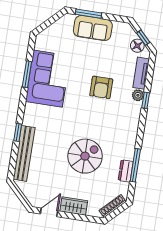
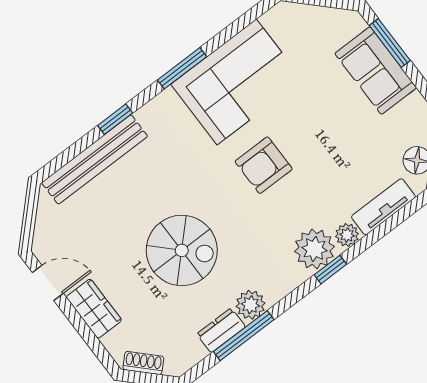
window: (27, 74) -> (182, 68), moved
armchair: (101, 87) -> (264, 165), moved
window: (146, 100) -> (330, 270), moved
plant: (131, 111) -> (314, 249), added
plant: (127, 152) -> (250, 305), added
shoe rack: (113, 206) -> (143, 363), width x0.70

